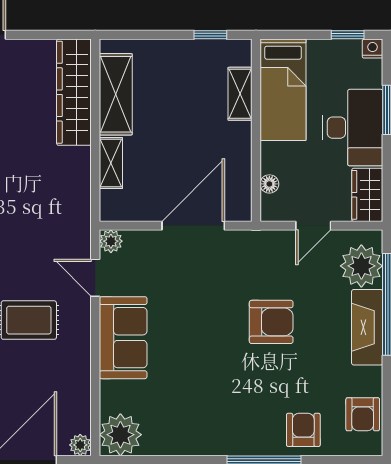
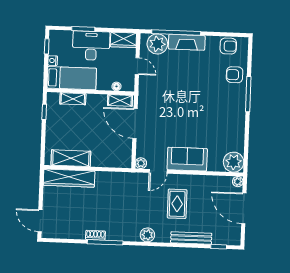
nightstand: (373, 49) -> (53, 61), moved
shelving: (111, 163) -> (120, 100), moved
armchair: (271, 322) -> (182, 88), removed

